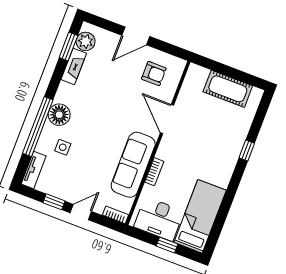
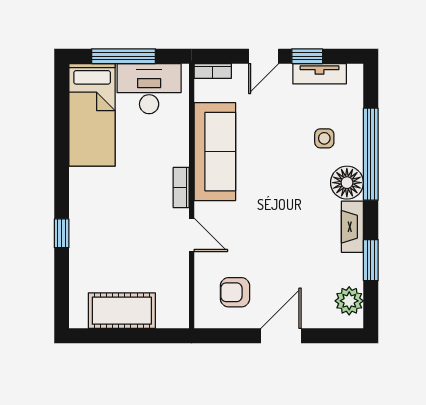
window: (68, 47) -> (371, 260), moved
fireplace: (74, 66) -> (352, 227), moved
door: (167, 119) -> (192, 235), width x0.73
tv unit: (34, 170) -> (320, 74), moved, turned -90
bookcase: (154, 172) -> (181, 187), moved
window: (167, 245) -> (124, 56), width x2.17

